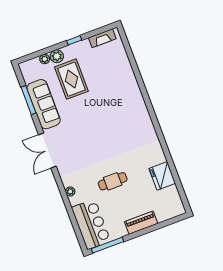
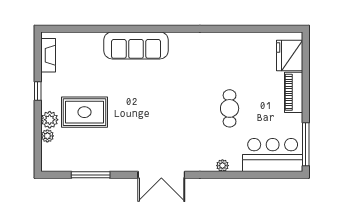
sofa: (44, 104) -> (136, 45), moved, turned 180
fridge: (162, 176) -> (290, 56), moved, turned 90

